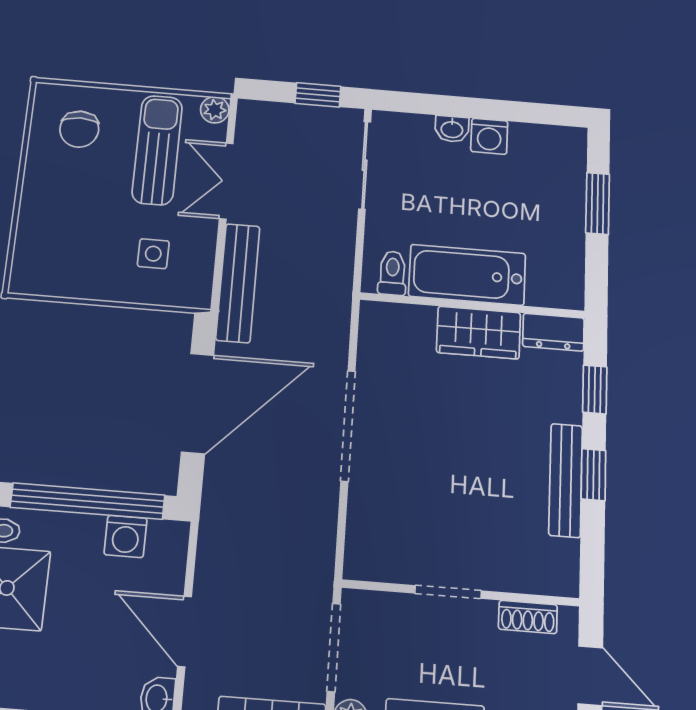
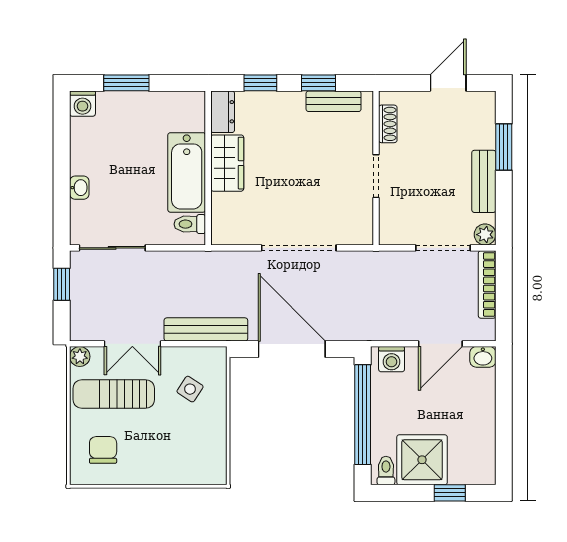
chair: (79, 129) -> (103, 450), turned -90
washing machine: (489, 136) -> (82, 104), moved, turned 90
side table: (153, 254) -> (190, 389), turned 33
bench: (566, 480) -> (334, 101), width x0.73
washing machine: (126, 536) -> (392, 359), moved, turned 90
doorway: (448, 592) -> (376, 176), moved
wall: (461, 593) -> (376, 168), moved
shoe rack: (528, 617) -> (388, 124), moved

